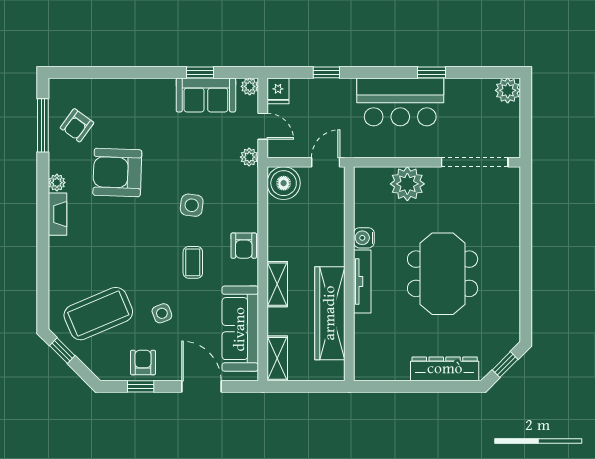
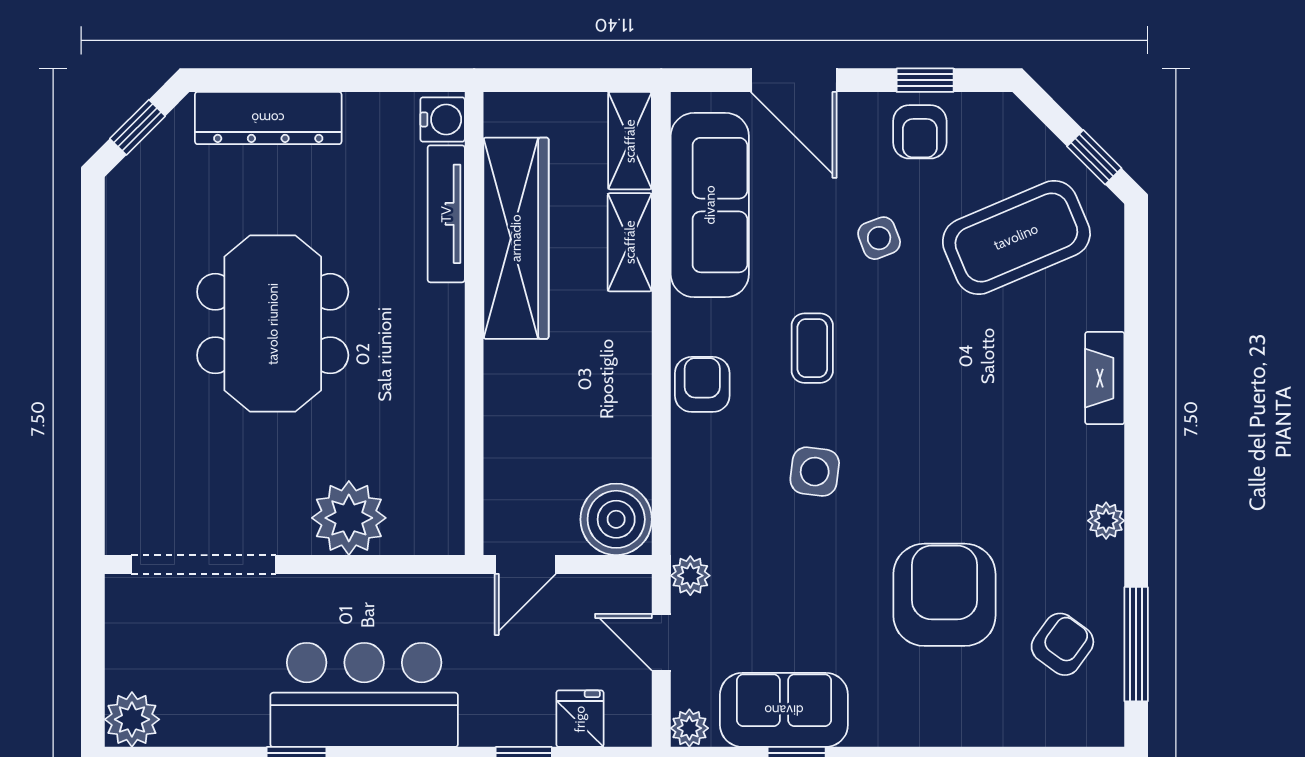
fridge: (278, 91) -> (580, 719), moved
armchair: (117, 173) -> (944, 595), moved, turned -92
fireplace: (57, 214) -> (1105, 378), moved
water cooler: (364, 238) -> (443, 119), moved
tv unit: (362, 281) -> (446, 214), moved
shelving: (277, 284) -> (630, 242), moved

